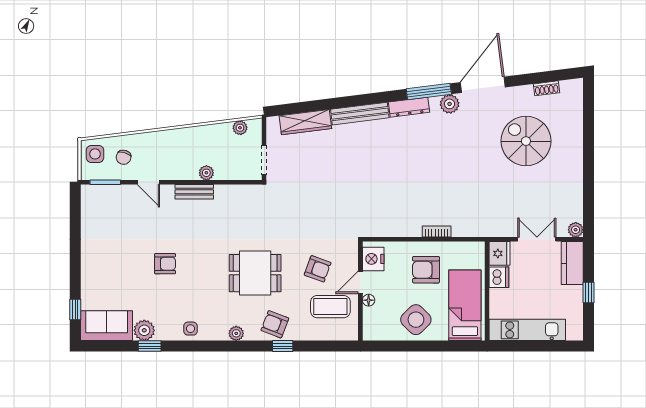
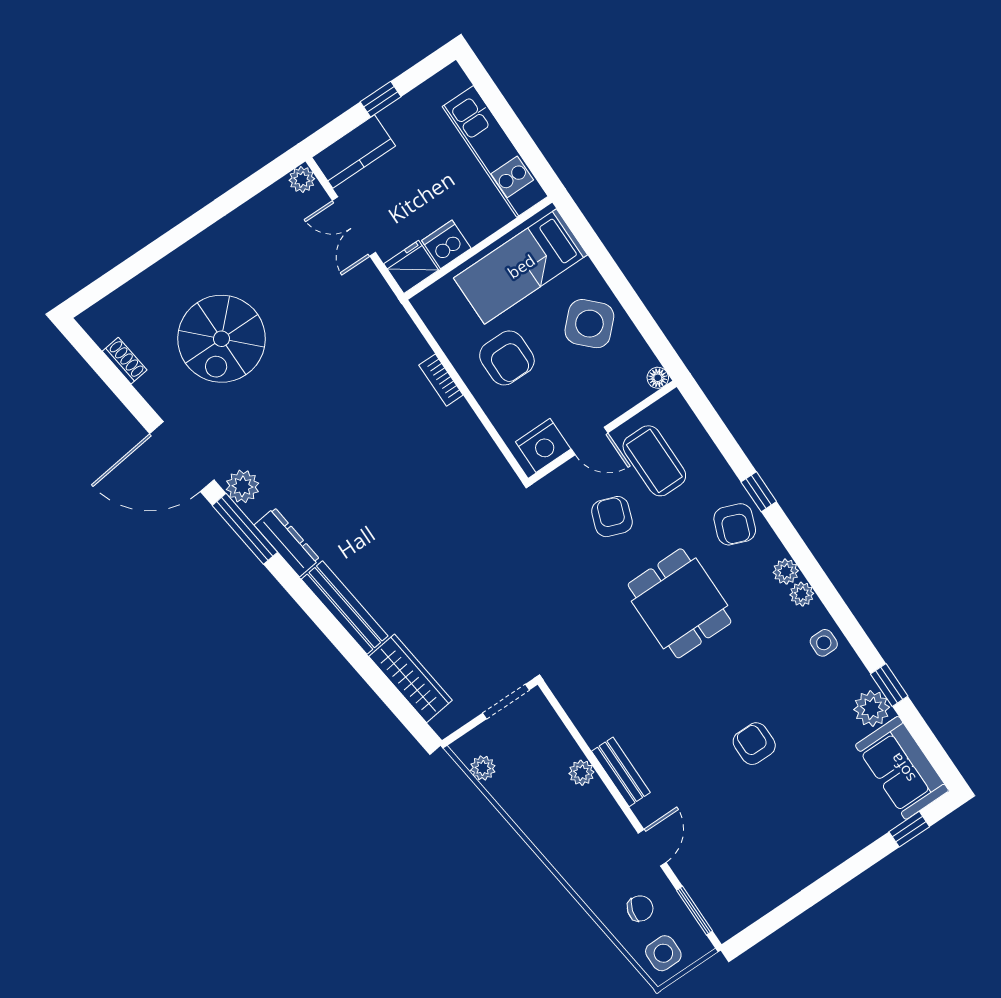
floor lamp: (369, 300) -> (658, 378), moved
plant: (221, 334) -> (802, 594), added

